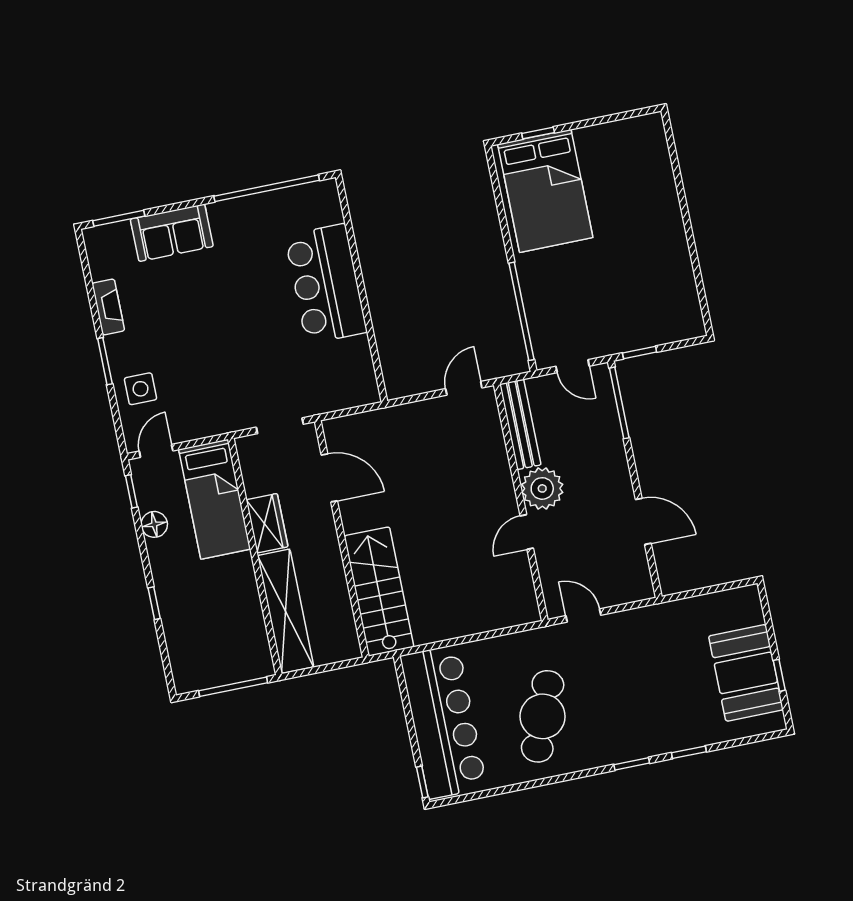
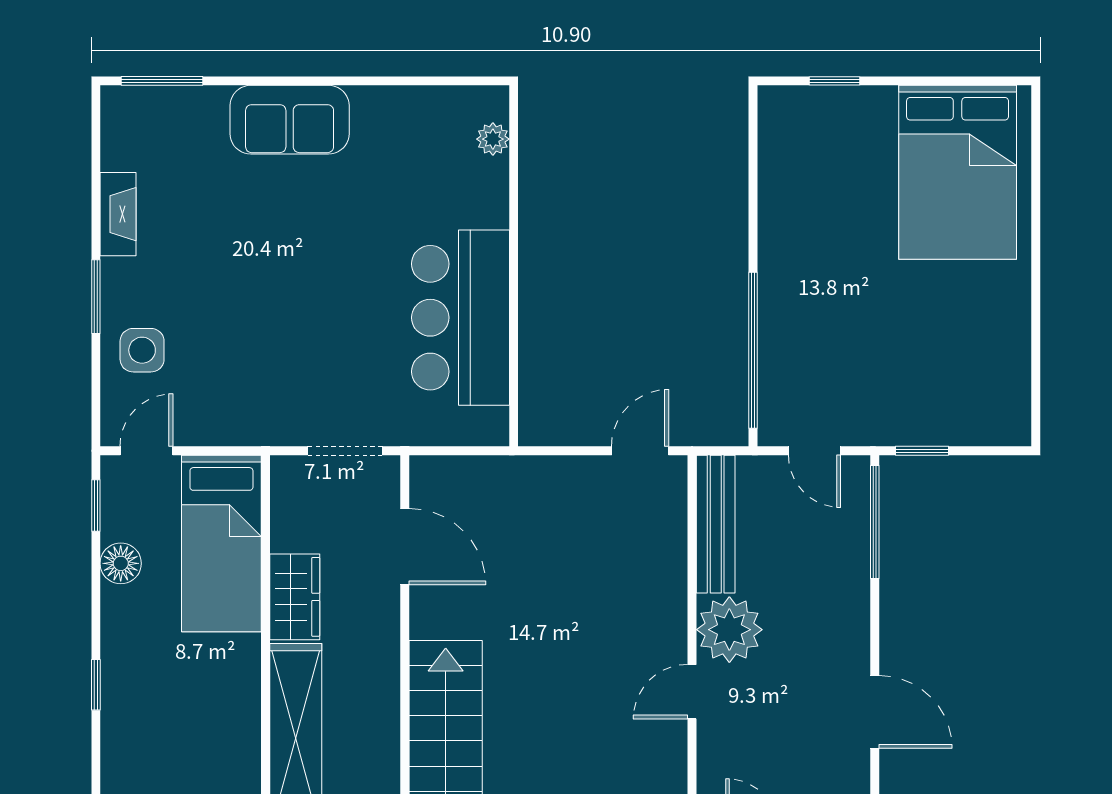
window: (267, 188) -> (399, 81), removed
bed: (545, 191) -> (958, 172), moved
plant: (332, 213) -> (493, 139), added
sofa: (172, 233) -> (290, 120), moved
bar counter: (326, 284) -> (460, 318), moved

